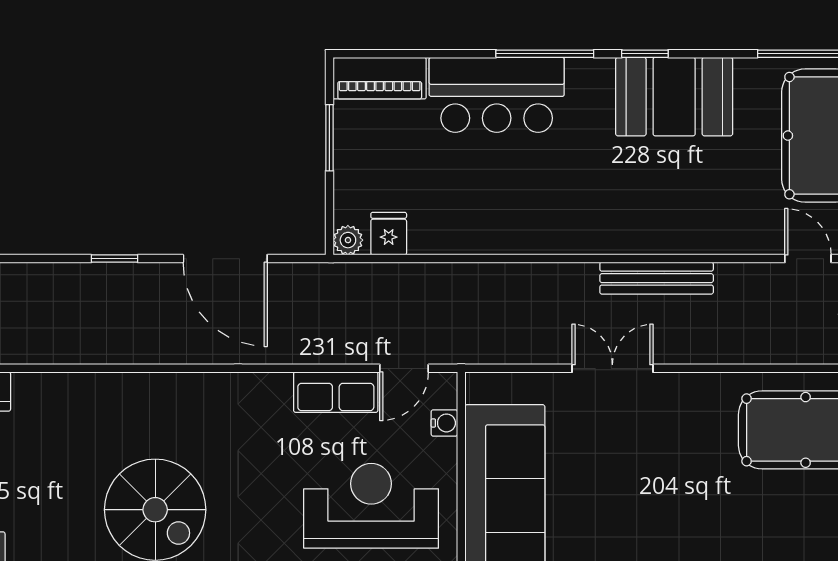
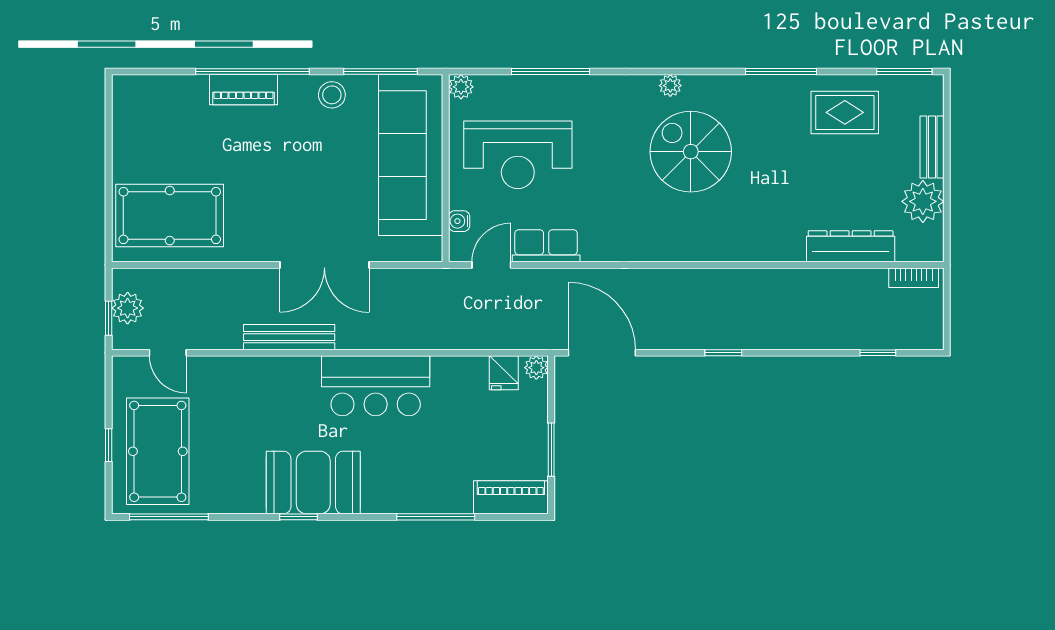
window: (545, 54) -> (436, 517), moved
bar counter: (497, 95) -> (376, 386), moved, turned 180
booth: (674, 97) -> (313, 483), moved
door: (225, 259) -> (602, 353), moved
double door: (612, 368) -> (324, 265), width x1.37

